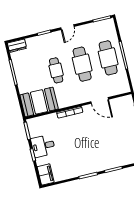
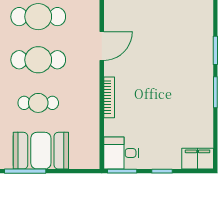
booth: (39, 102) -> (41, 151), moved, turned 90
desk: (43, 146) -> (121, 153), moved, turned 90

